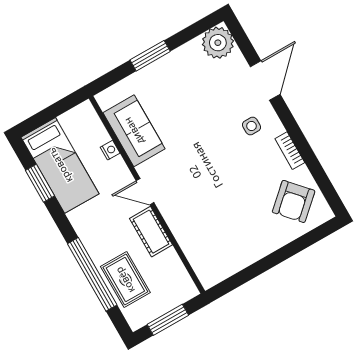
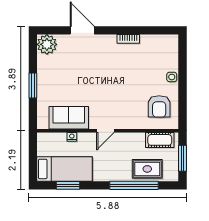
side table: (252, 126) -> (172, 77), moved
armchair: (294, 201) -> (159, 106), moved, turned 42
cot: (151, 232) -> (160, 140), moved

